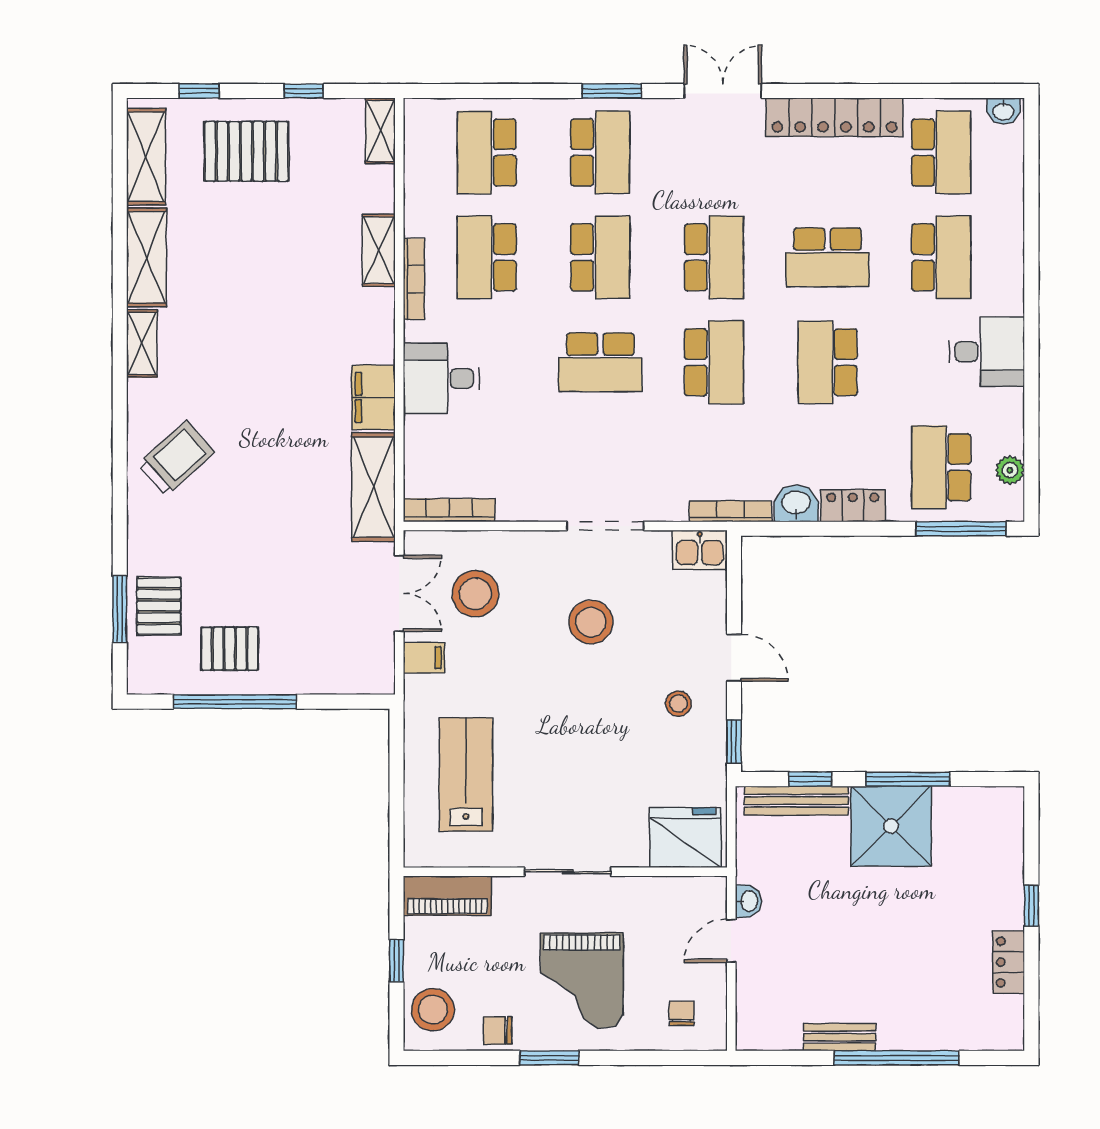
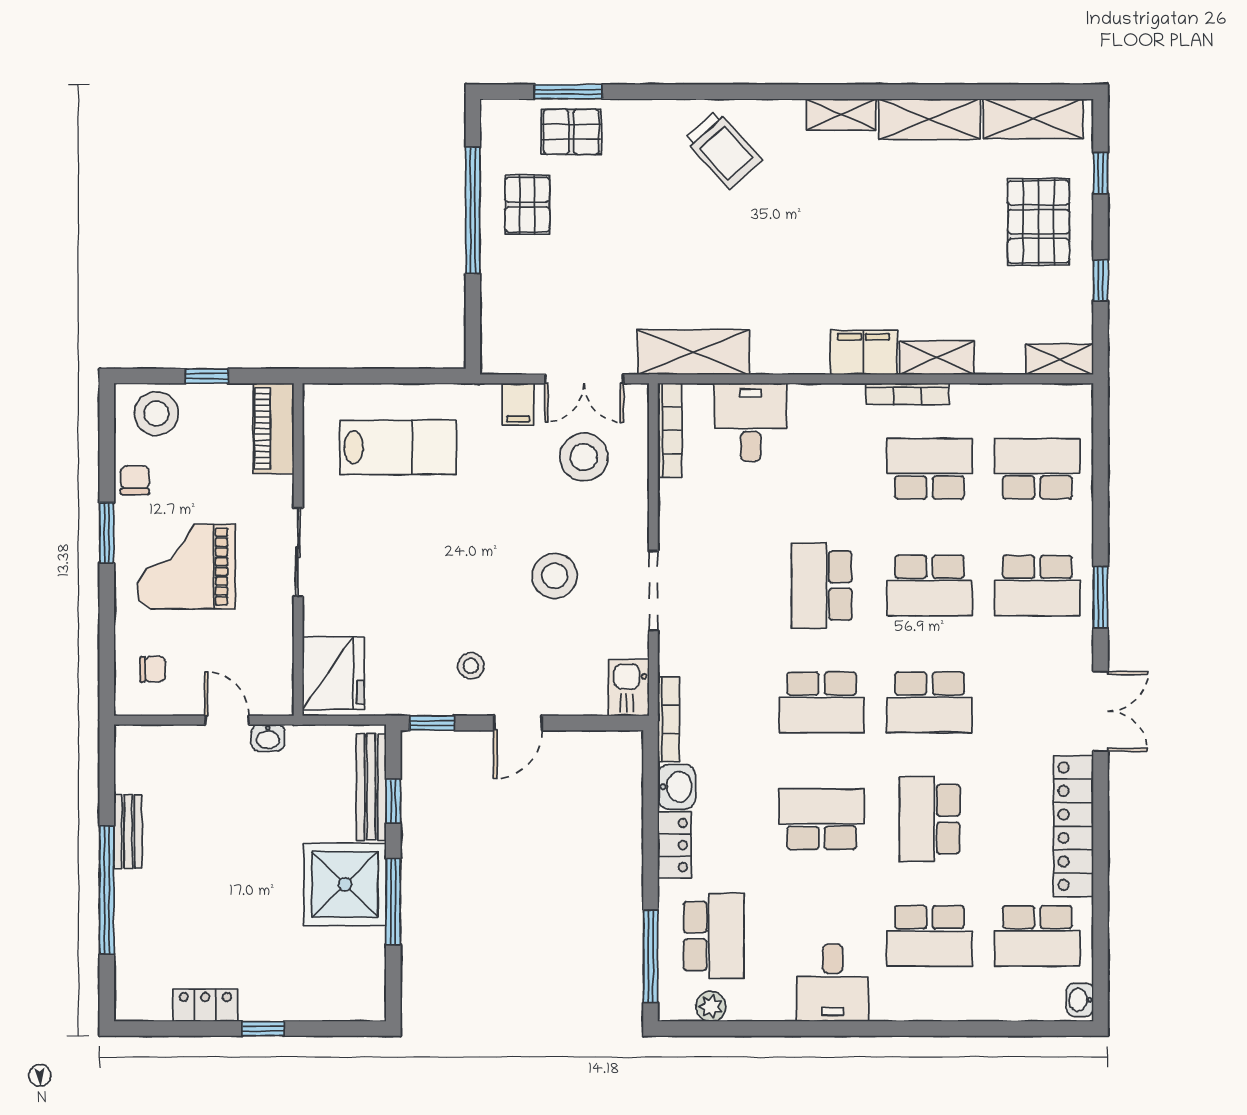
desk: (441, 378) -> (751, 422), moved
filing cabinet: (374, 398) -> (863, 352), moved
school desk: (941, 467) -> (714, 936), turned 90

